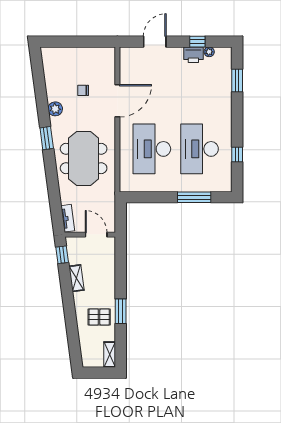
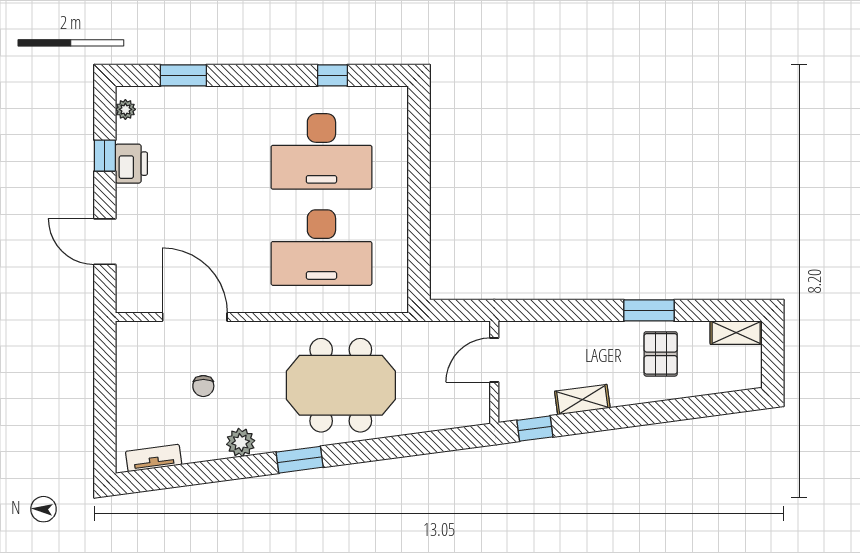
plant: (209, 52) -> (125, 109), moved
door: (117, 101) -> (195, 317), moved
window: (194, 197) -> (419, 162), removed
tv unit: (68, 218) -> (154, 458), moved

